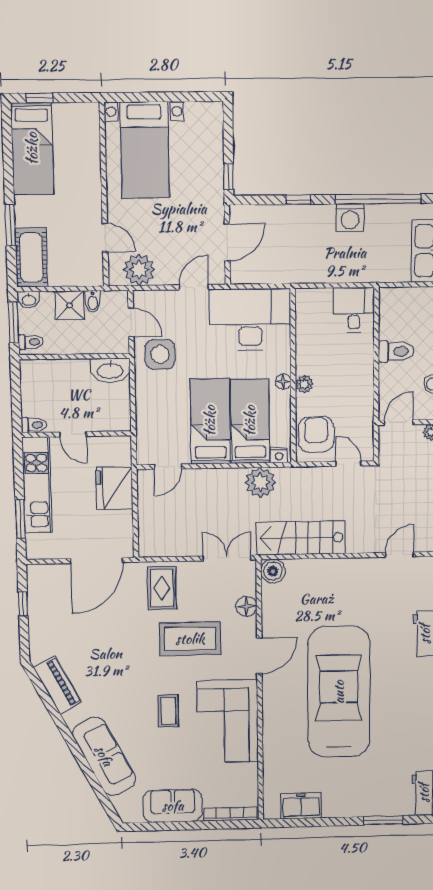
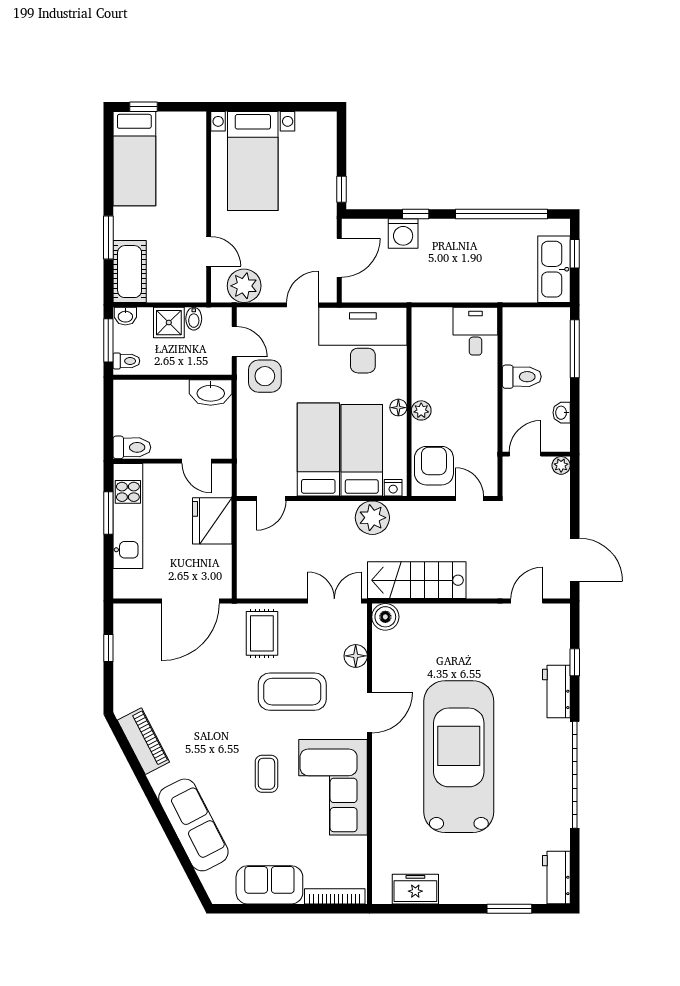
washing machine: (350, 218) -> (403, 233), moved
toilet: (34, 425) -> (132, 447), width x1.37, depth x1.39
door: (73, 434) -> (197, 461), moved
window: (20, 519) -> (108, 513), moved

